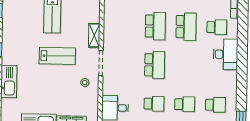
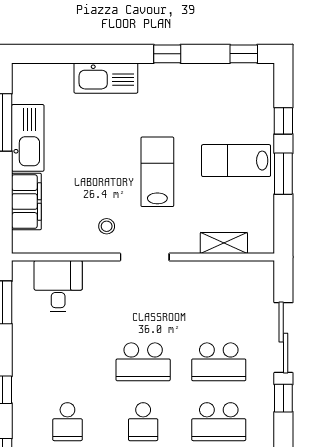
shelving: (94, 35) -> (224, 243), moved
lab bench: (57, 56) -> (157, 172), turned 180
school desk: (154, 104) -> (143, 422), moved

